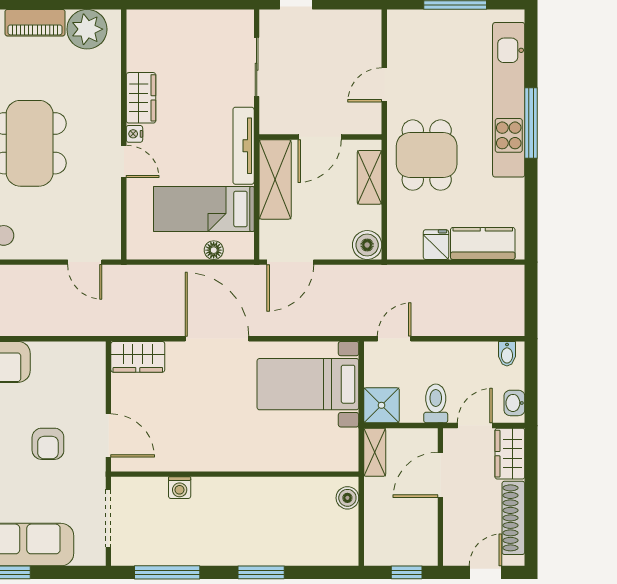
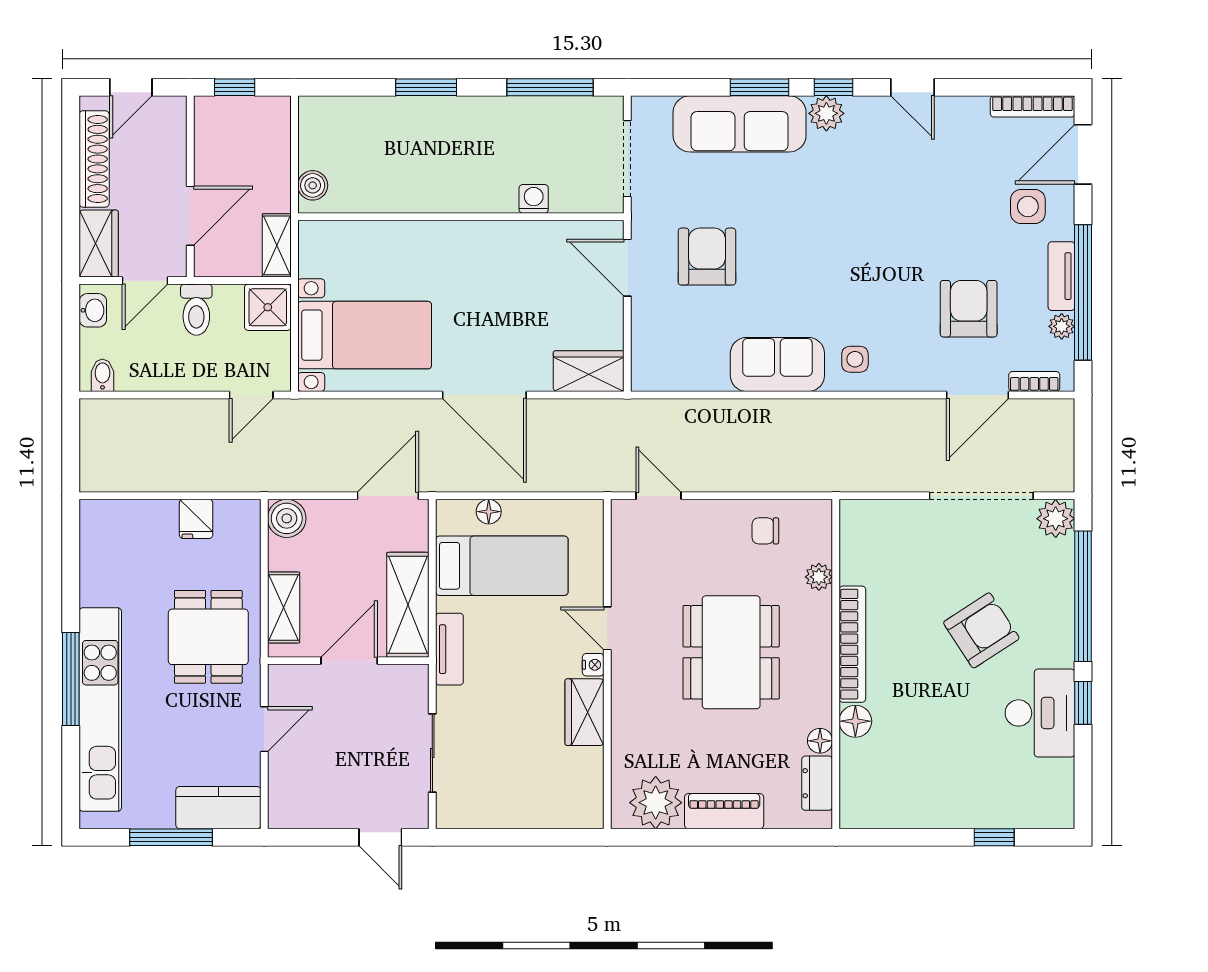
tv unit: (244, 146) -> (449, 649), width x0.71
kitchen counter: (483, 243) -> (218, 808), moved, turned 180
armchair: (48, 444) -> (707, 257), width x1.38, depth x1.38

